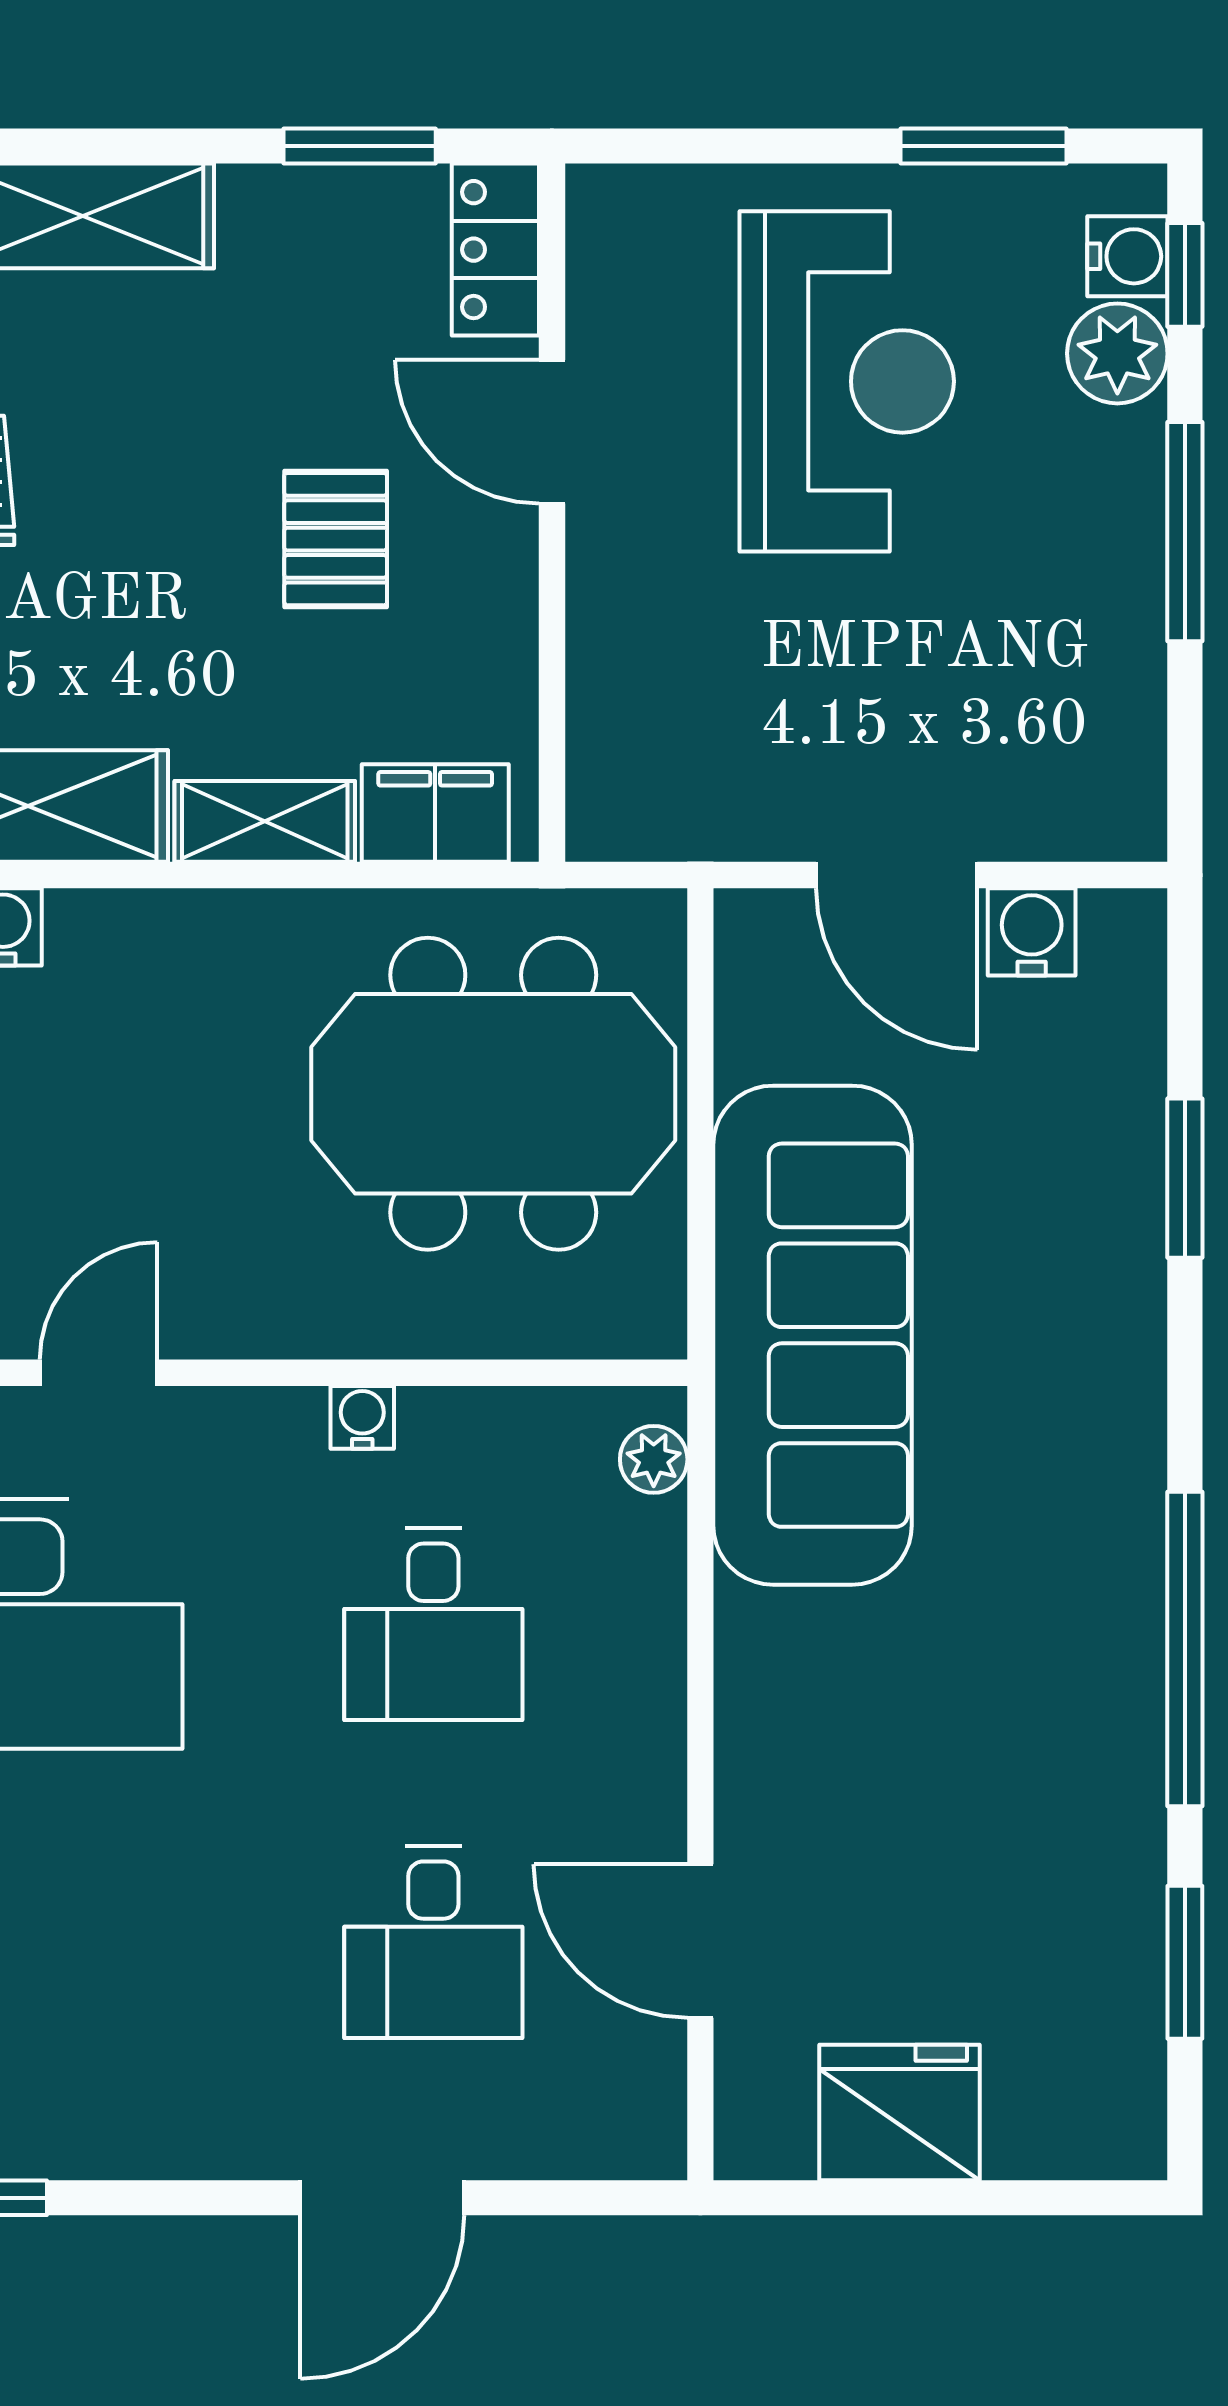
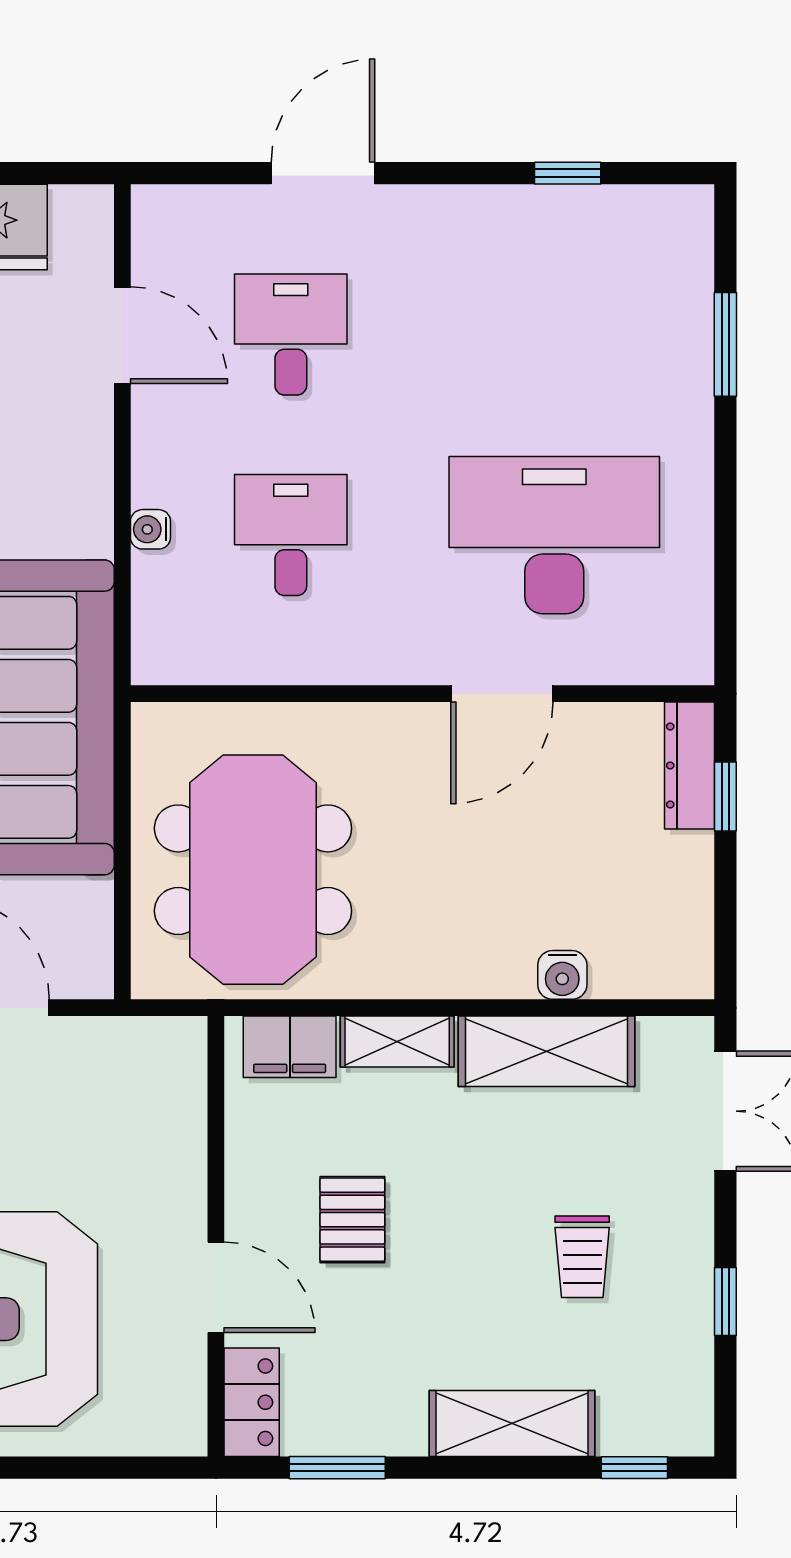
meeting table: (493, 1094) -> (253, 870), turned 90
door: (99, 1373) -> (502, 694), width x1.38
water cooler: (362, 1417) -> (150, 529), moved, turned 90
plant: (654, 1459) -> (152, 639), removed

